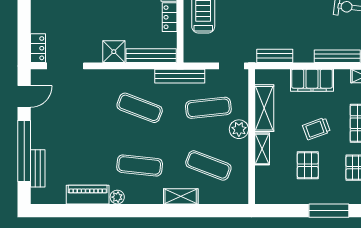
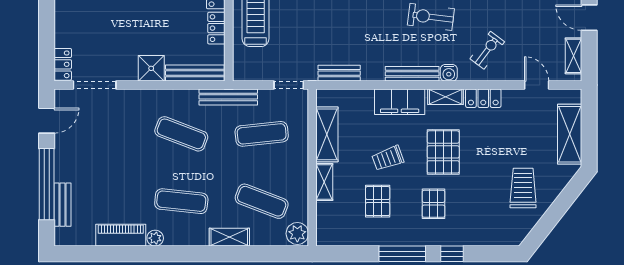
filing cabinet: (312, 80) -> (400, 102), moved
plant: (239, 129) -> (297, 234), moved

